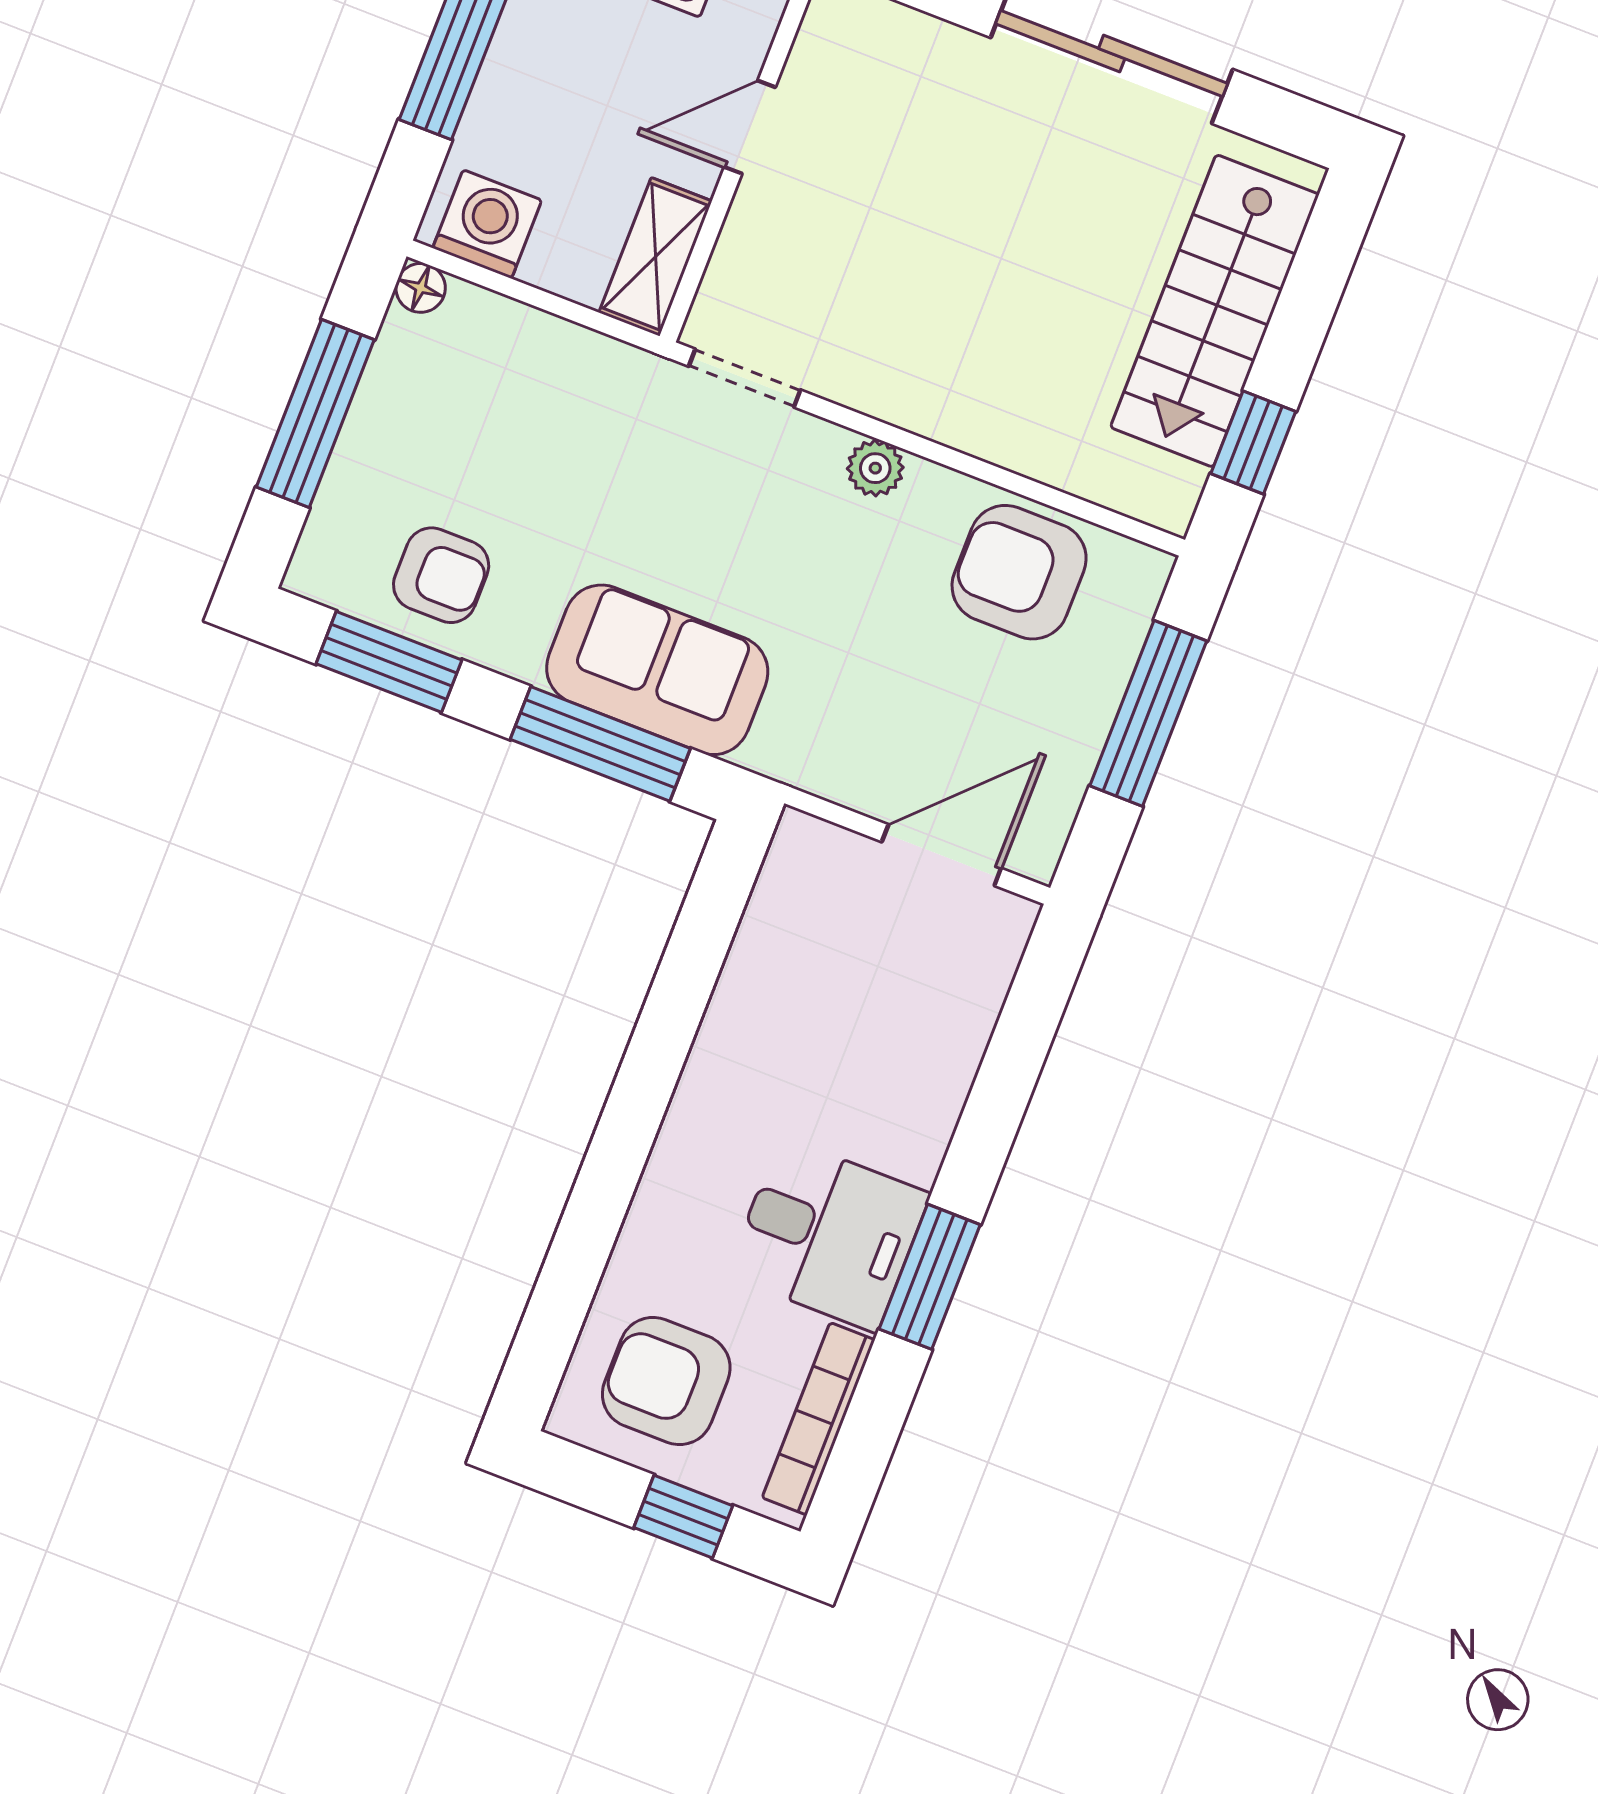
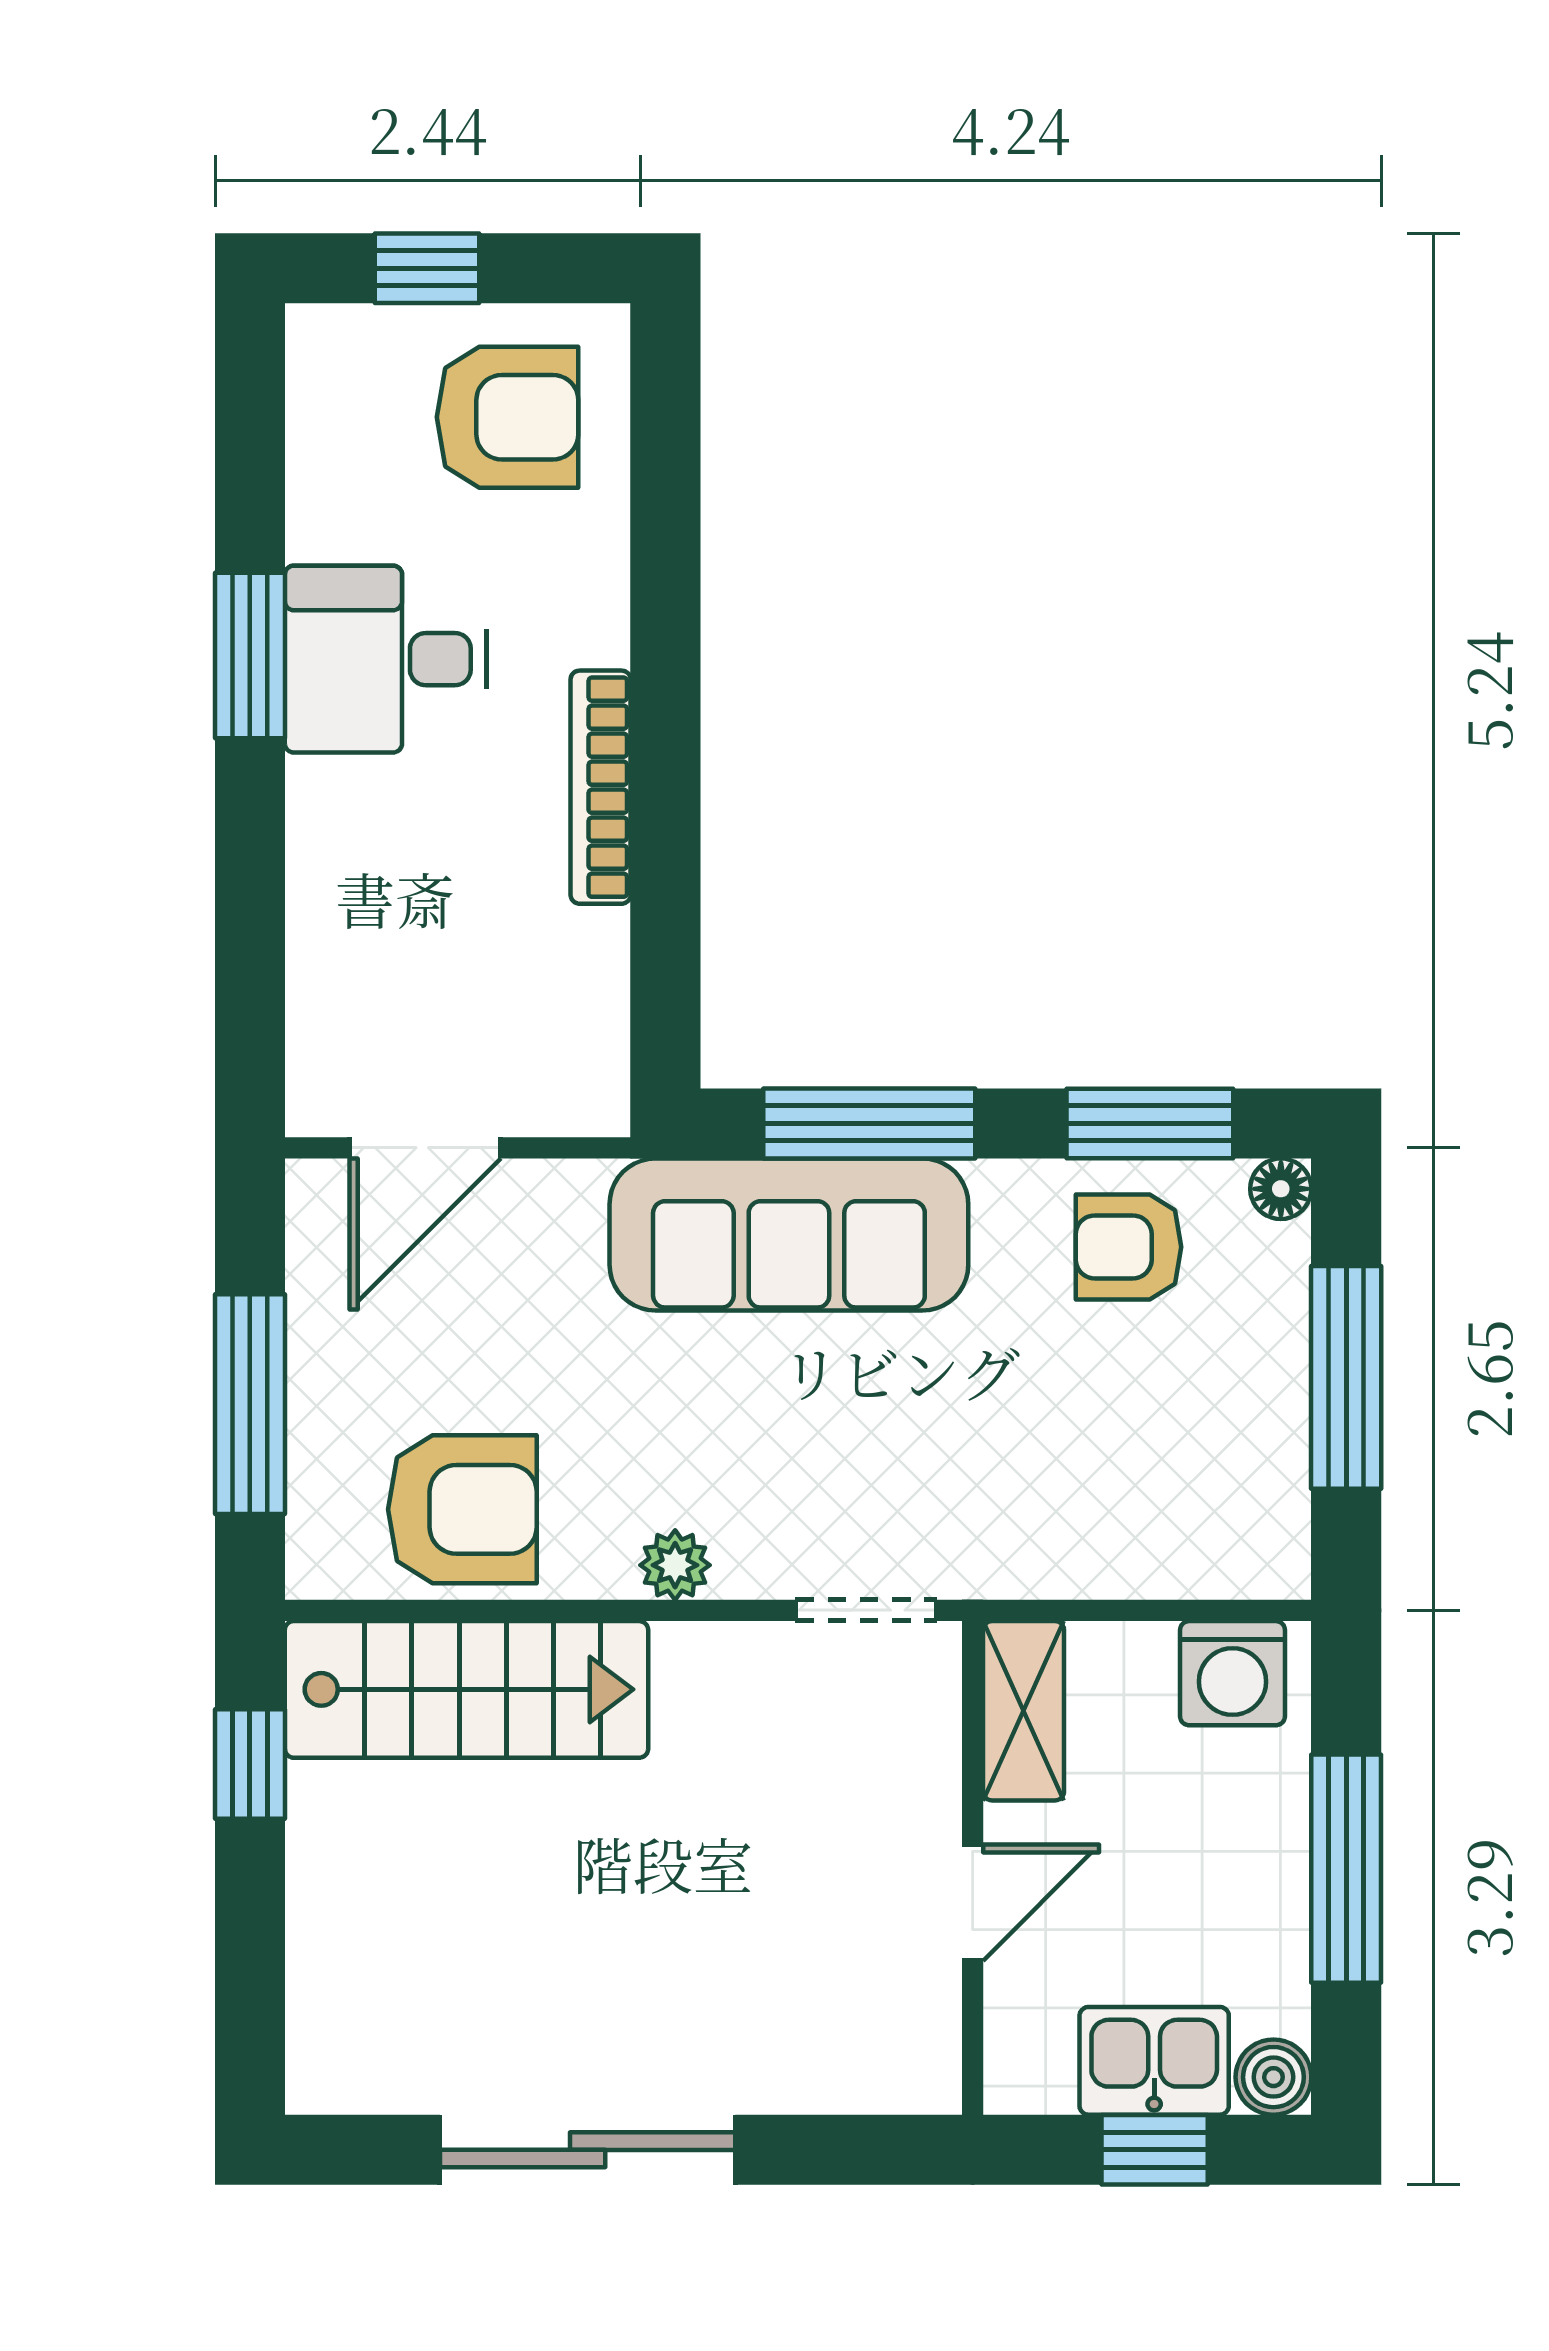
floor lamp: (421, 288) -> (1281, 1189), moved
stairs: (1215, 311) -> (466, 1689), moved, turned 90
sofa: (657, 670) -> (789, 1235), width x1.36
bookcase: (818, 1419) -> (601, 787), moved, turned 180

